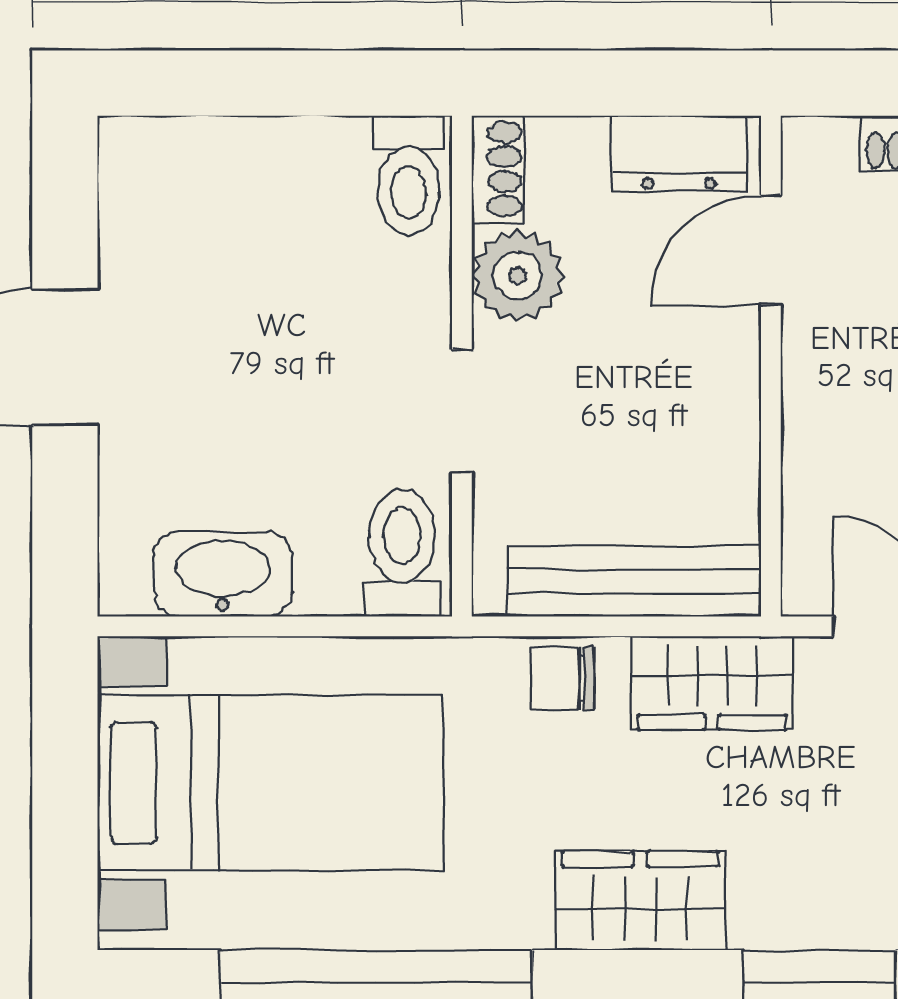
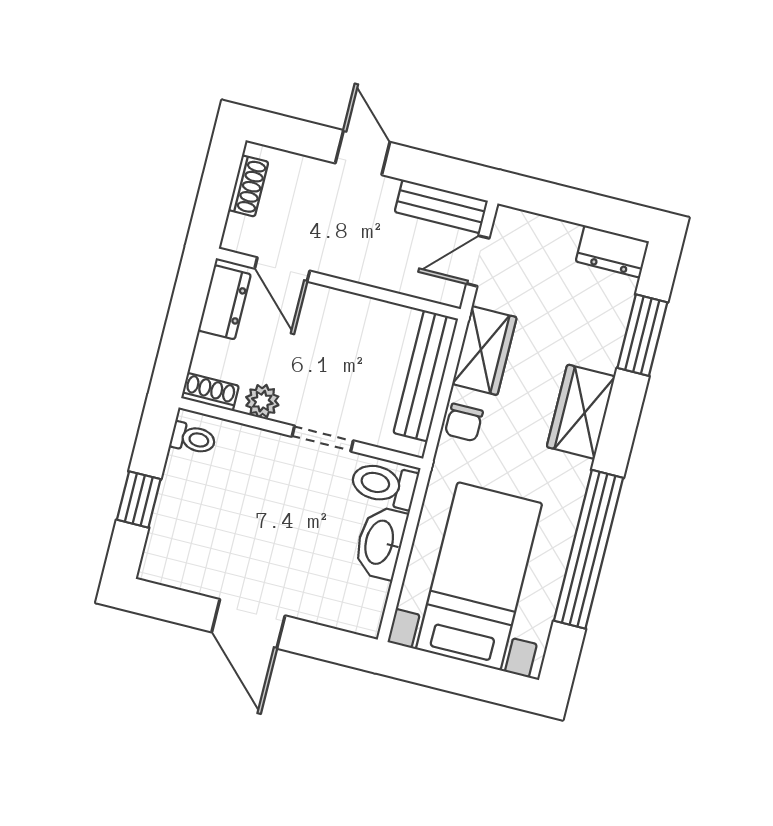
window: (253, 83) -> (139, 499), added
toilet: (408, 176) -> (193, 438), width x0.73, depth x0.72
plant: (518, 275) -> (262, 401), width x0.73, depth x0.73
washbasin: (223, 574) -> (380, 543), moved

